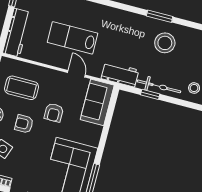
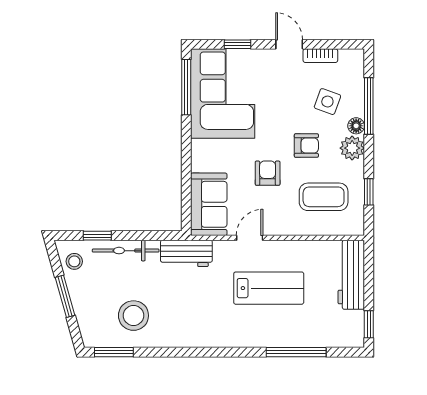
window: (160, 16) -> (114, 352), moved
door: (76, 74) -> (250, 238), swing flipped
window: (150, 94) -> (97, 236), moved

